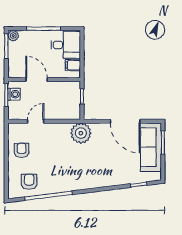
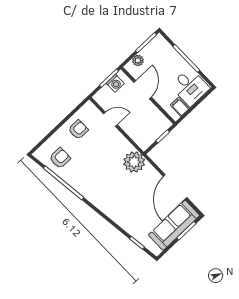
plant: (13, 36) -> (138, 60), moved

